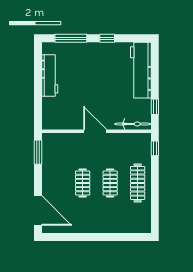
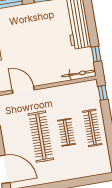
door: (95, 131) -> (23, 90), moved
clothes rail: (83, 183) -> (41, 137), width x1.86, depth x1.31

